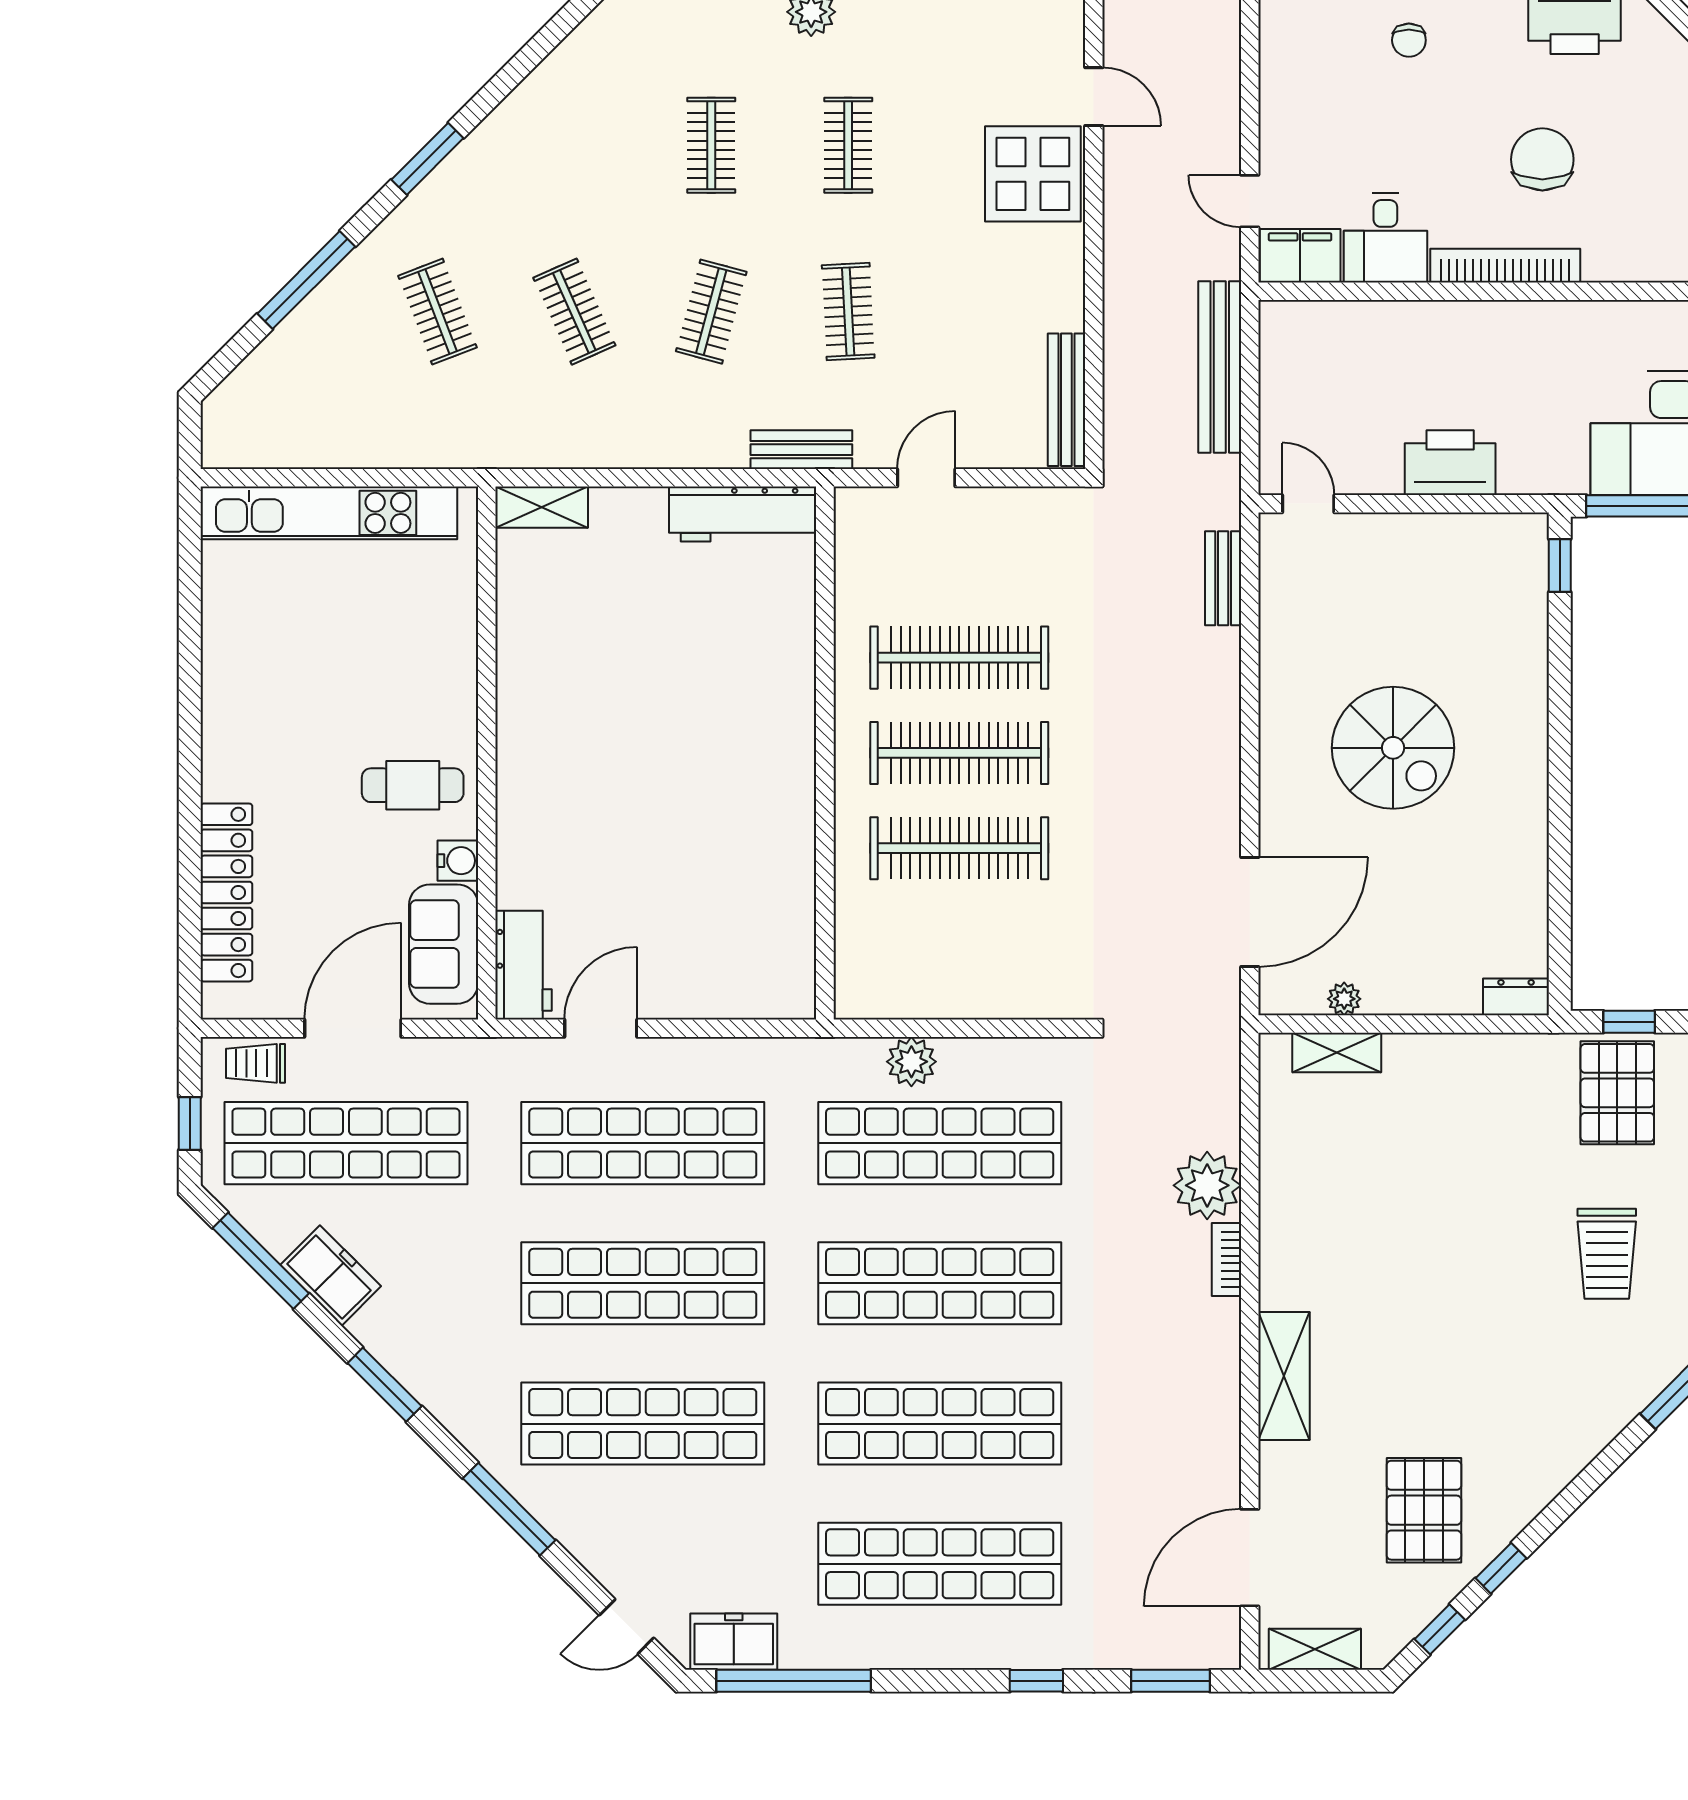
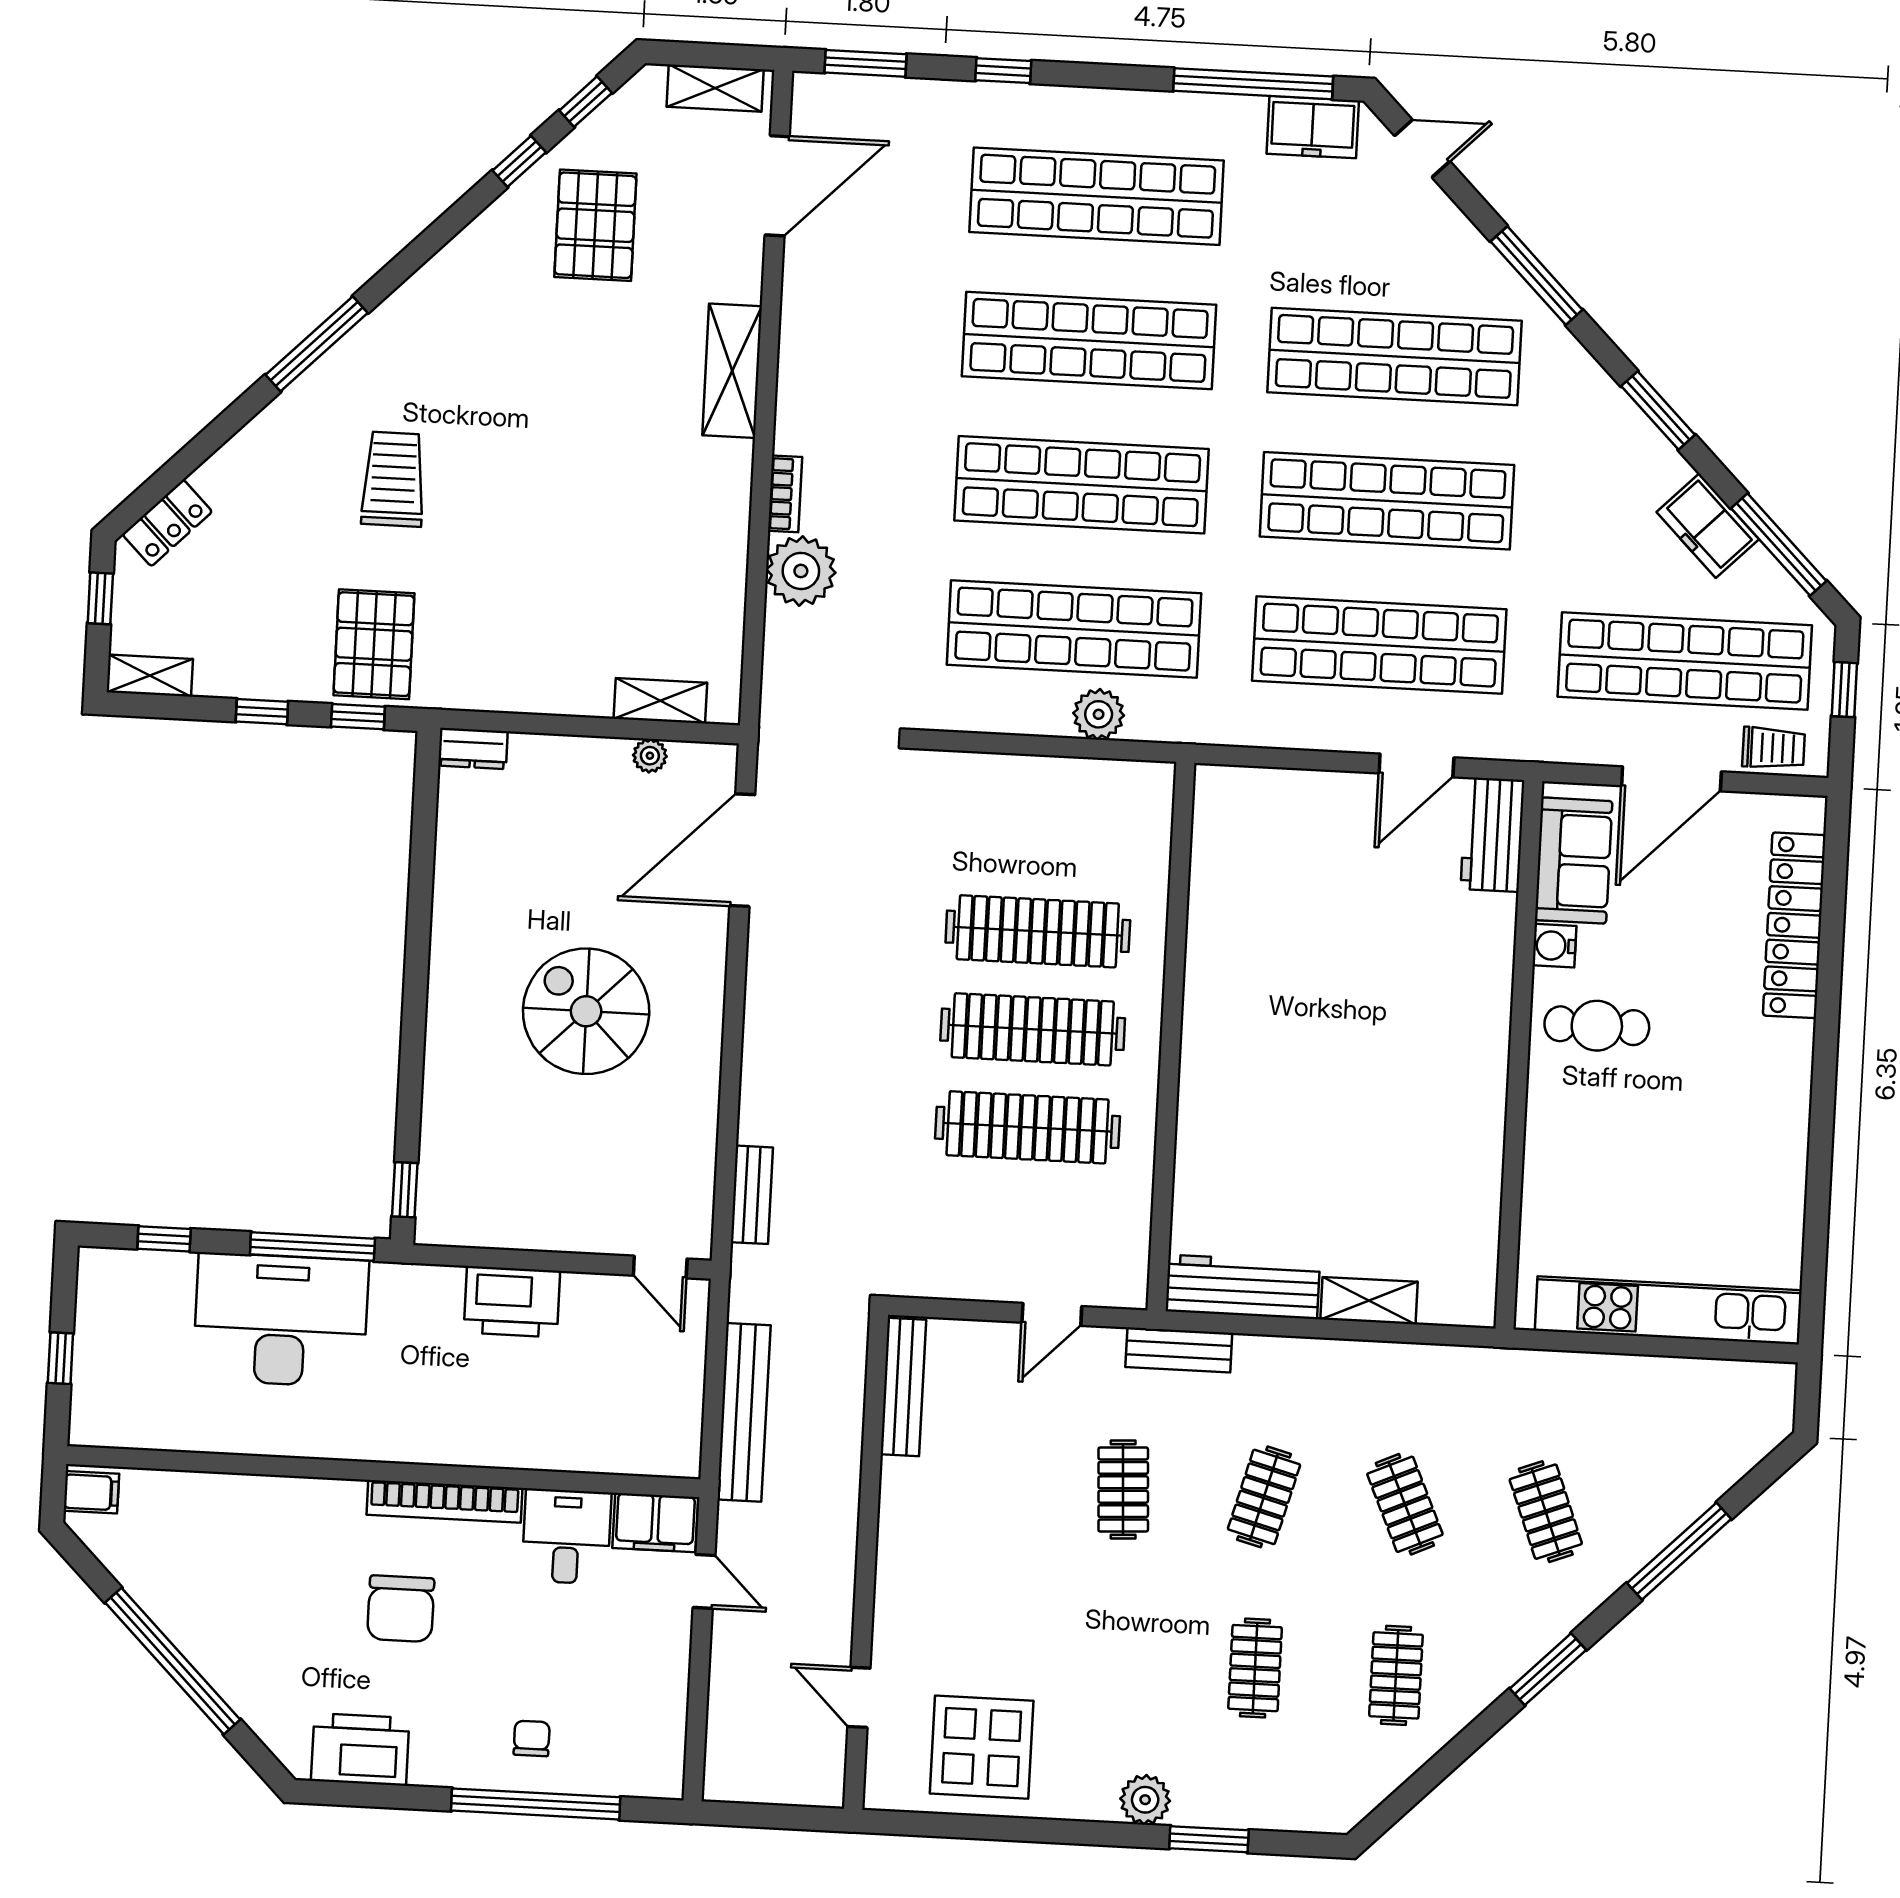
clothes rail: (848, 145) -> (1396, 1675), moved
display table: (1033, 174) -> (982, 1747), moved
shelving: (542, 507) -> (1369, 1301), moved

